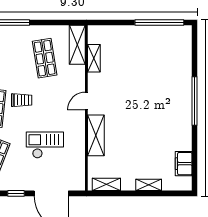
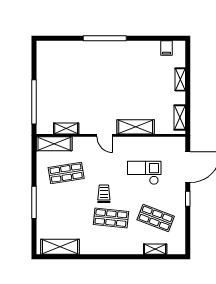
window: (159, 22) -> (34, 102), moved
checkout: (45, 145) -> (144, 173), turned 90
filing cabinet: (184, 164) -> (167, 48), width x0.50

